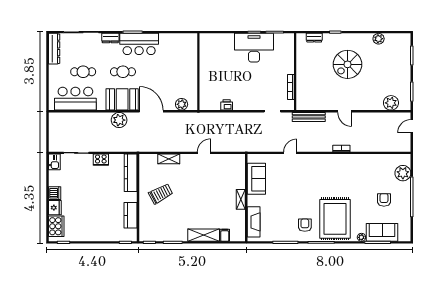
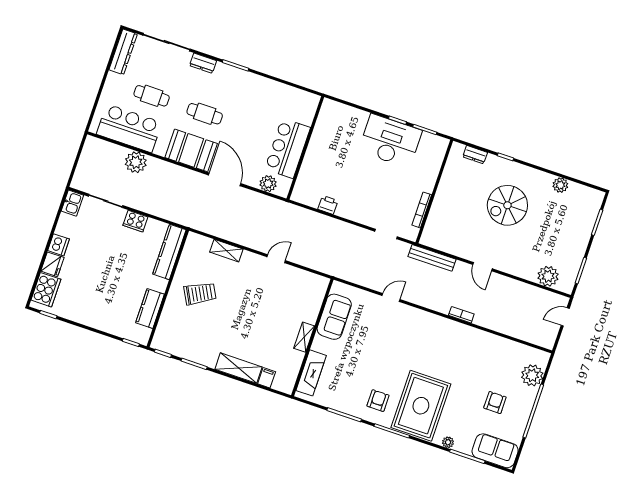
bar counter: (139, 44) -> (288, 148), moved, turned 90
plant: (119, 120) -> (136, 162), moved
sofa: (382, 232) -> (495, 451), moved

